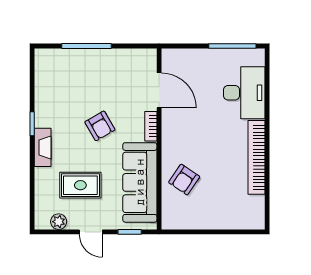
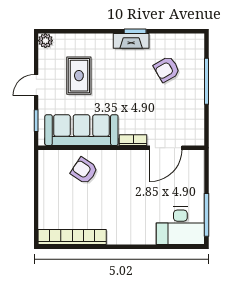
desk: (244, 93) -> (180, 226), moved
armchair: (100, 126) -> (167, 69), moved
fireplace: (43, 147) -> (131, 41), moved
bookcase: (256, 157) -> (72, 237), moved
plant: (59, 222) -> (45, 41), moved

